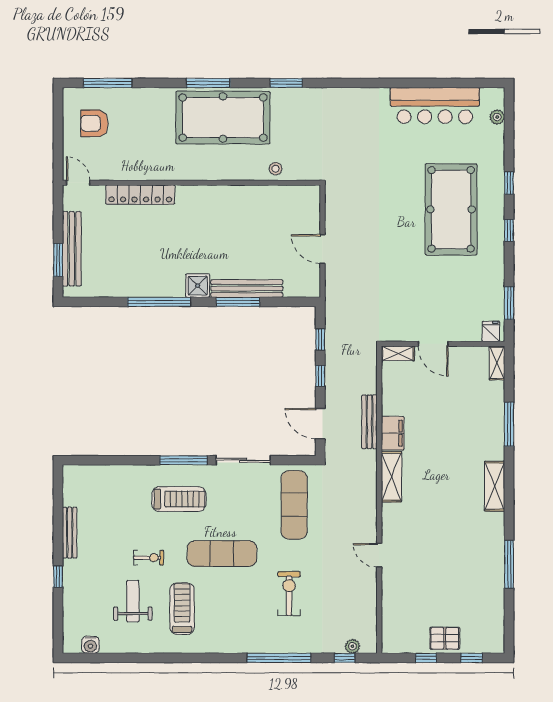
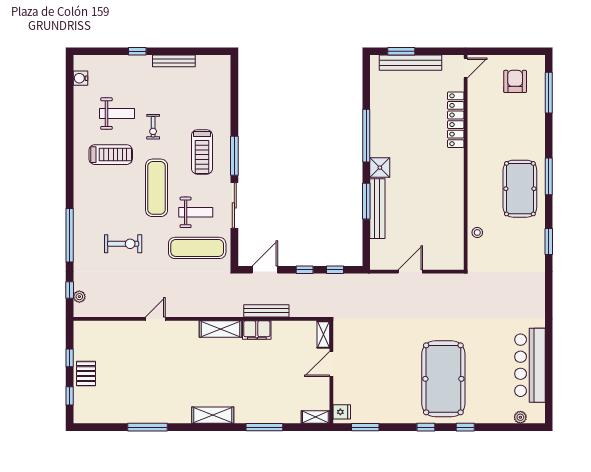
pool table: (223, 118) -> (520, 189), width x0.73, depth x0.76
pool table: (451, 209) -> (443, 379), turned 90
weight bench: (251, 507) -> (196, 212), added

